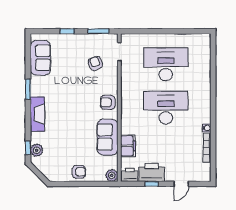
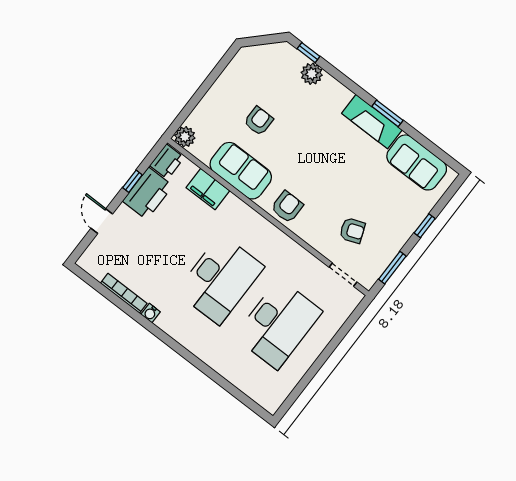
fireplace: (37, 114) -> (372, 122), moved
plant: (37, 150) -> (312, 74), moved
armchair: (79, 172) -> (259, 121), moved, turned 180

